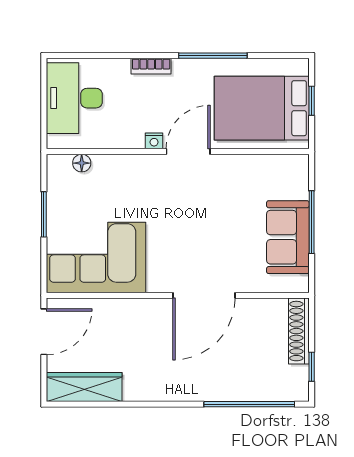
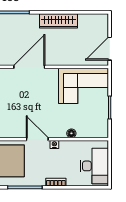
door: (188, 152) -> (37, 139), swing flipped
floor lamp: (82, 163) -> (71, 133), moved
wardrobe: (84, 387) -> (58, 21), moved

